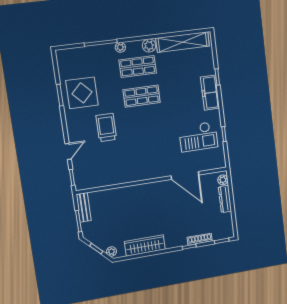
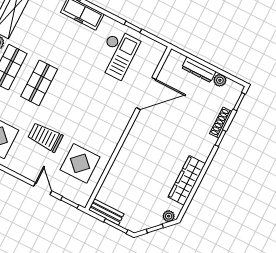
display table: (105, 165) -> (80, 163), added
plant: (223, 180) -> (220, 80), moved

